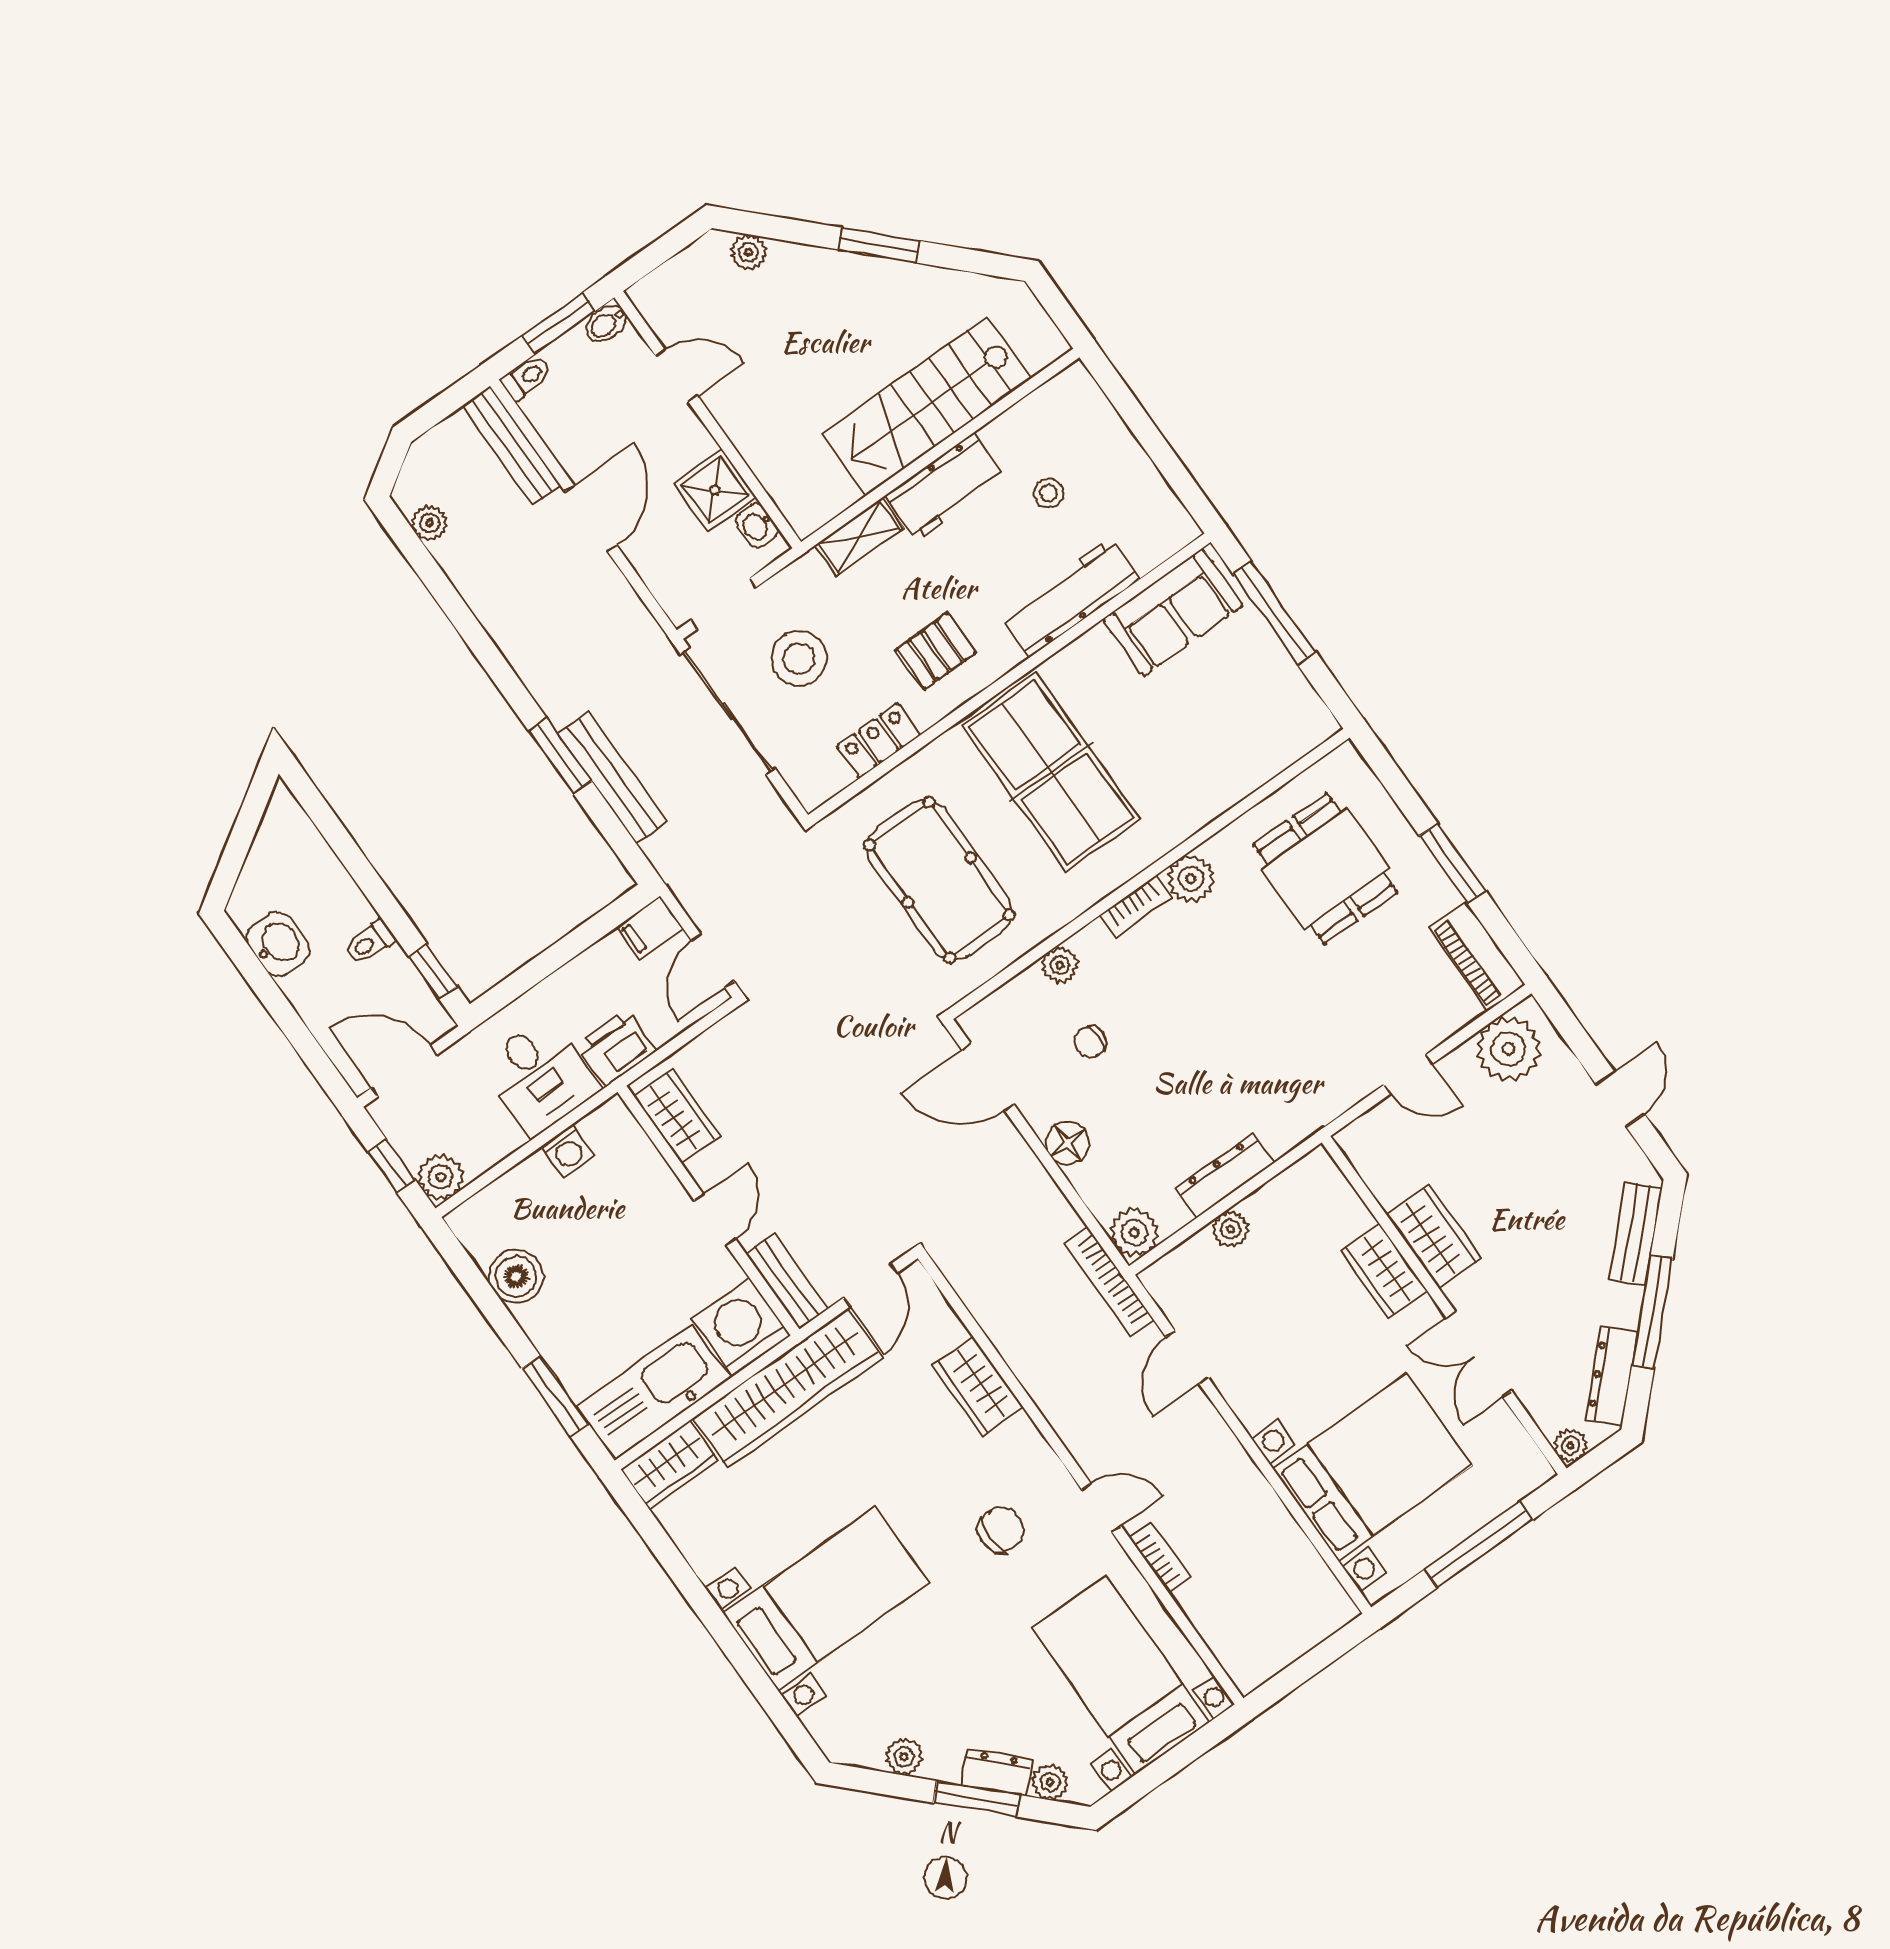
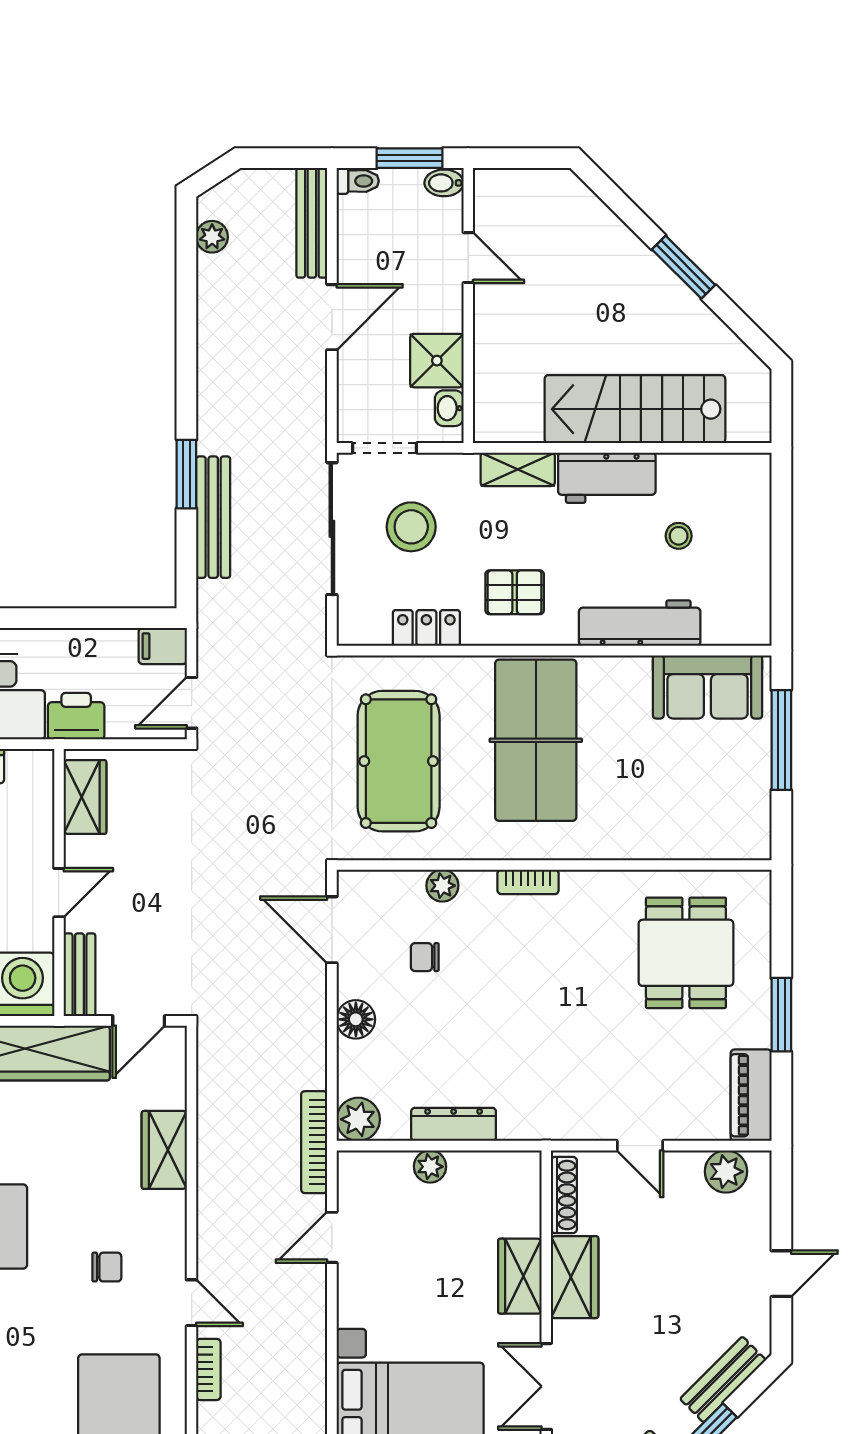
plant: (748, 252) -> (585, 205), removed
plant: (1191, 879) -> (583, 891), removed
plant: (1509, 1049) -> (726, 1172), width x0.73, depth x0.73
shoe rack: (1371, 1168) -> (564, 1195), added
chair: (1001, 1530) -> (107, 1267), width x0.73, depth x0.73

